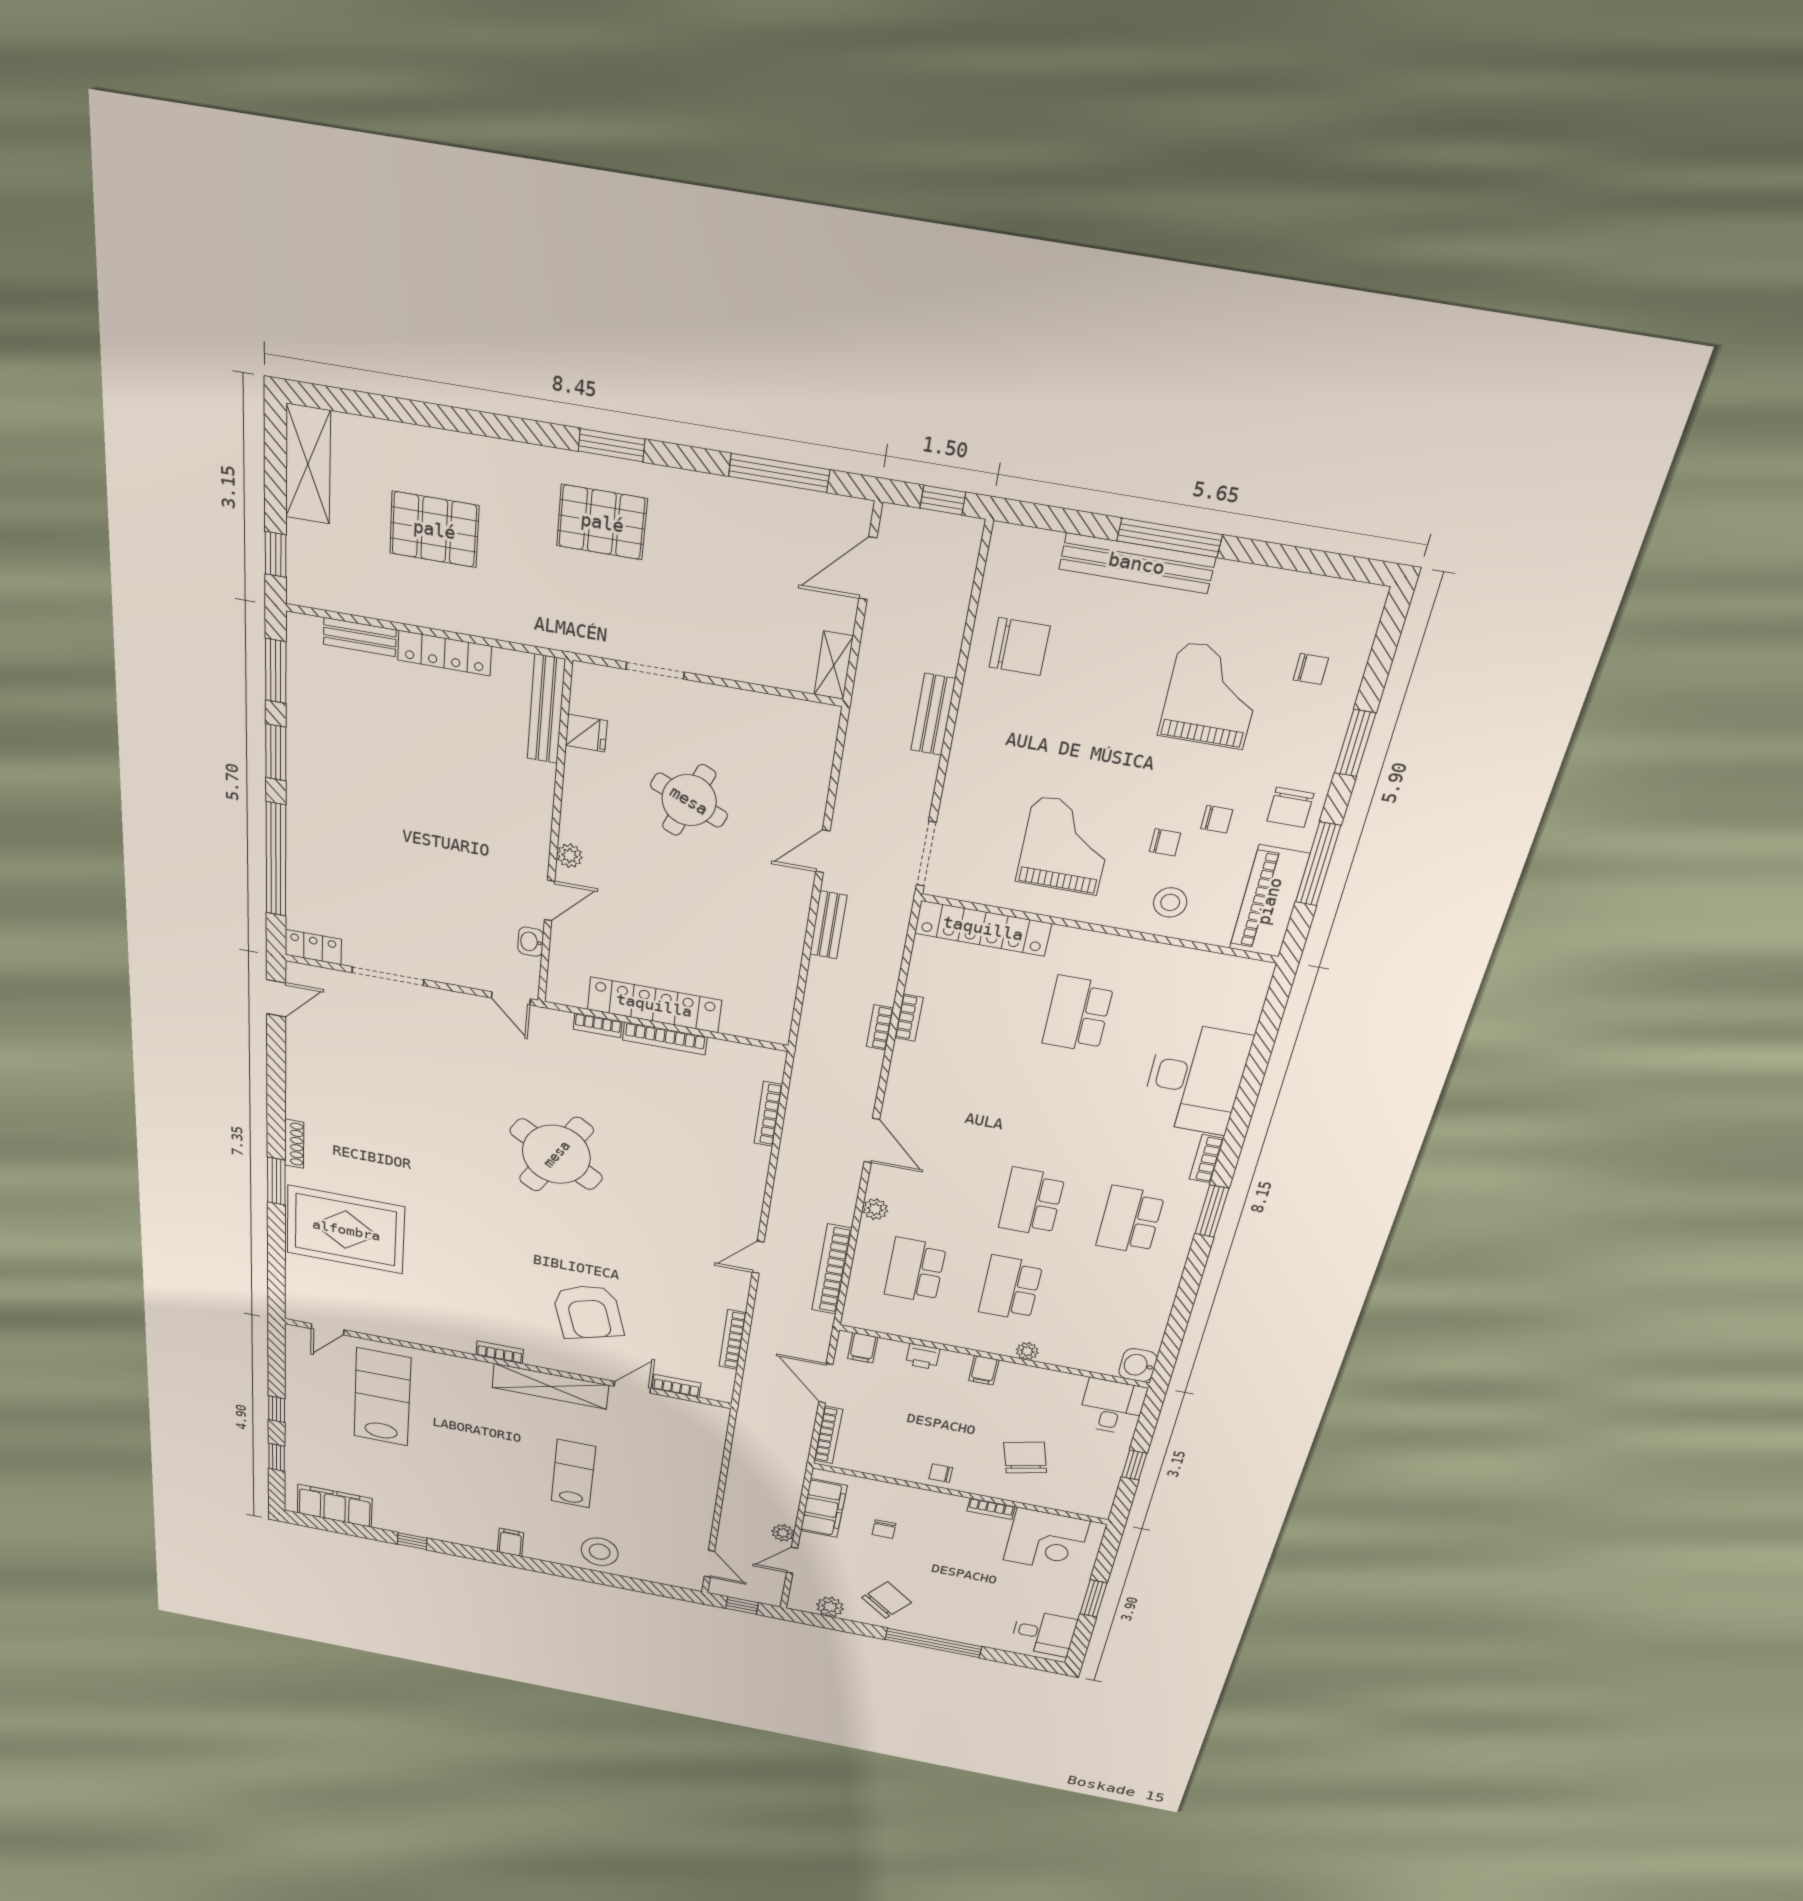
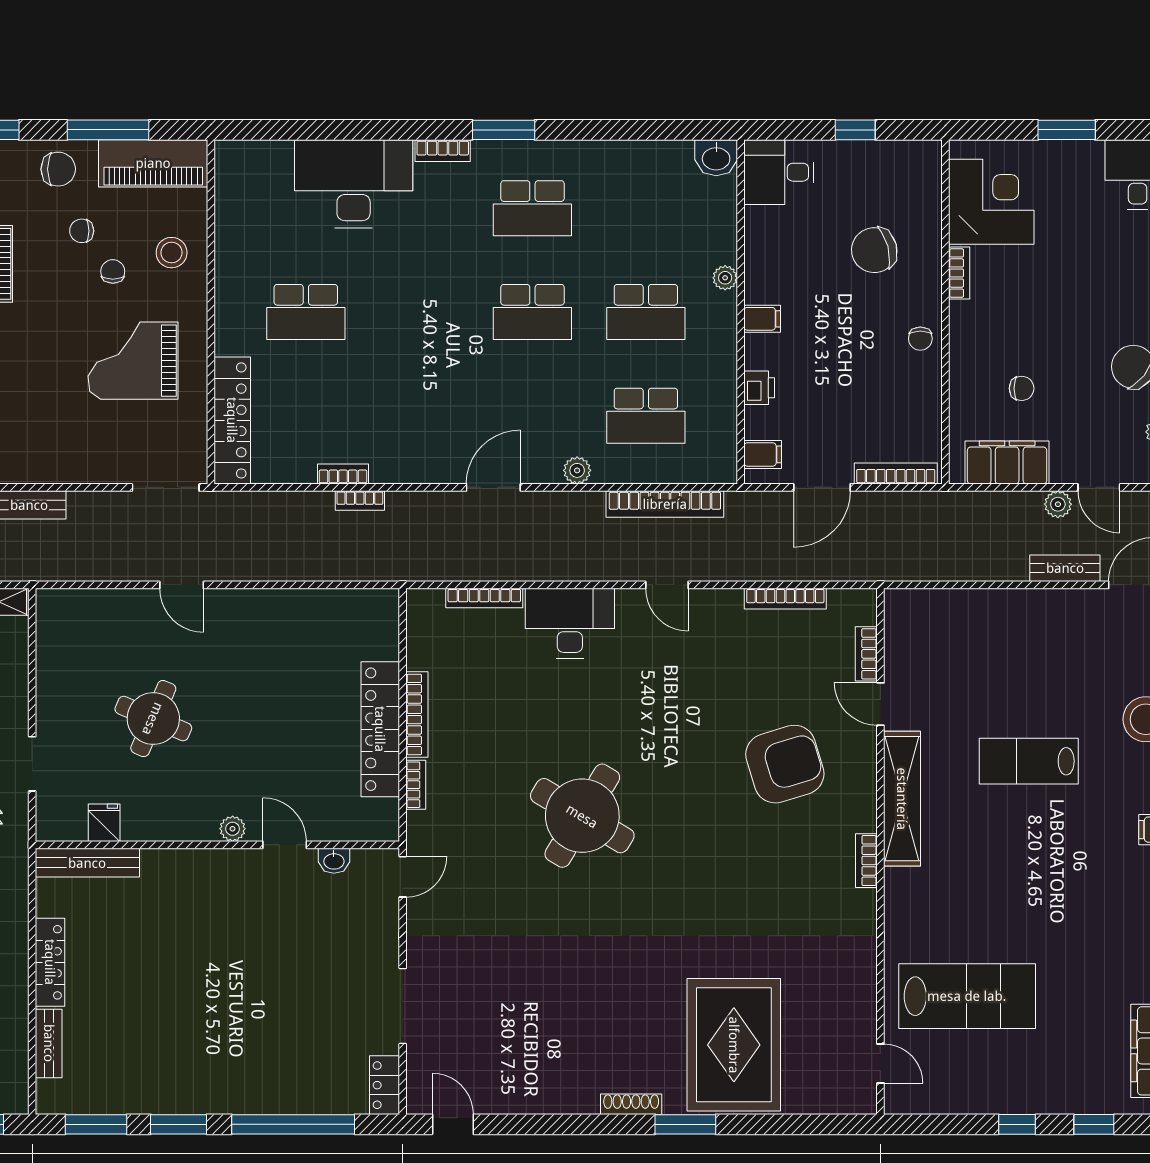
chair: (1217, 819) -> (82, 231), turned -90
bench: (828, 925) -> (1065, 568), moved
desk: (734, 1177) -> (570, 623), added
lab bench: (382, 1397) -> (967, 996), turned 180

